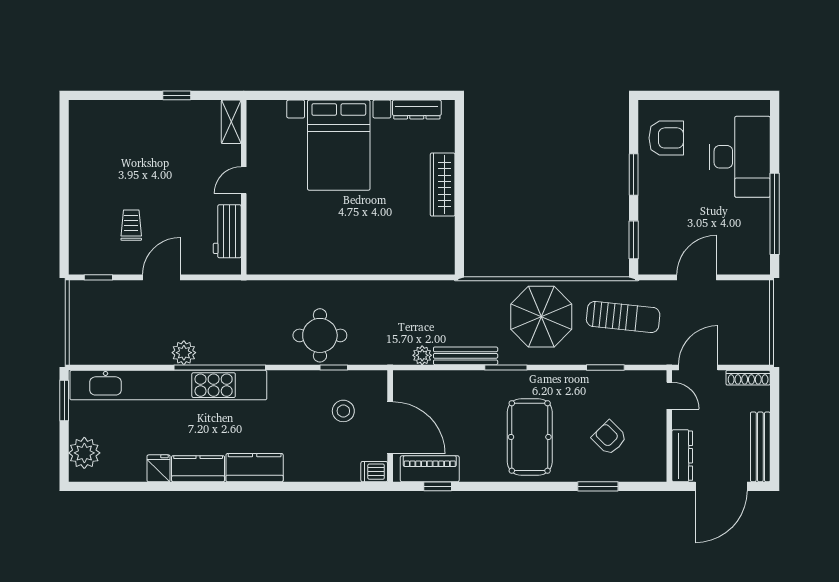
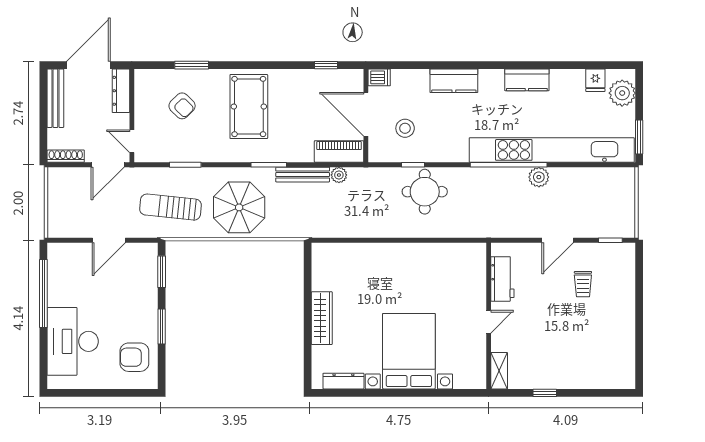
fridge: (159, 468) -> (595, 80), moved
kitchen counter: (255, 468) -> (454, 81), moved
piano: (430, 469) -> (339, 152), moved, turned 180

